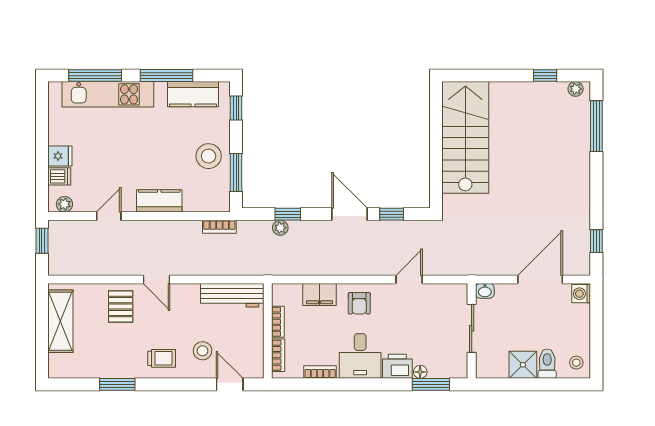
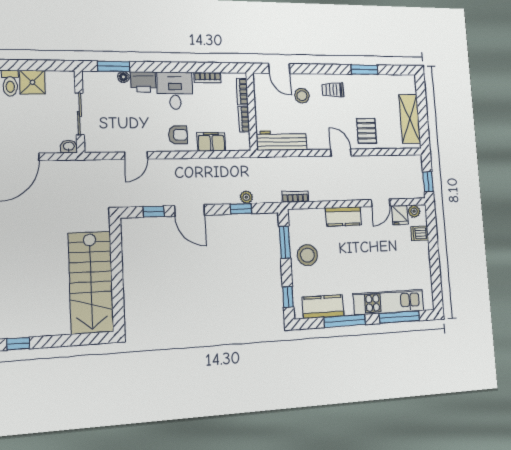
fridge: (60, 156) -> (400, 215), moved, turned -90
armchair: (359, 303) -> (178, 135), turned 90

